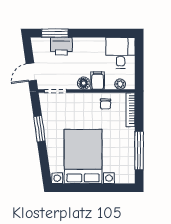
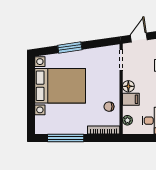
door: (31, 72) -> (139, 38), hinge flipped
window: (40, 129) -> (70, 47), moved

